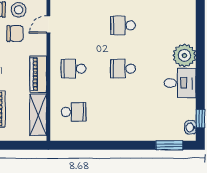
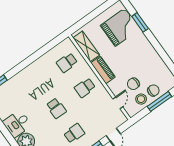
school desk: (74, 69) -> (85, 88), turned 180
school desk: (123, 69) -> (56, 108), turned 90

